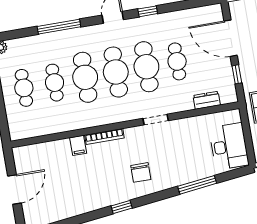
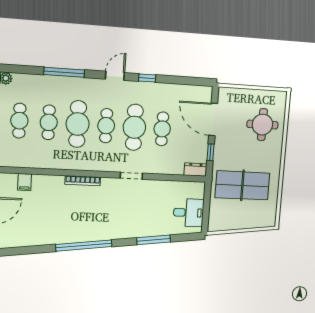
cafe table: (116, 72) -> (106, 126), width x0.73, depth x0.74
dresser: (207, 100) -> (195, 170), moved
filing cabinet: (78, 145) -> (25, 182), moved
desk: (229, 146) -> (189, 213), width x0.73
chair: (141, 172) -> (108, 219), removed
window: (122, 207) -> (84, 246), width x3.17

